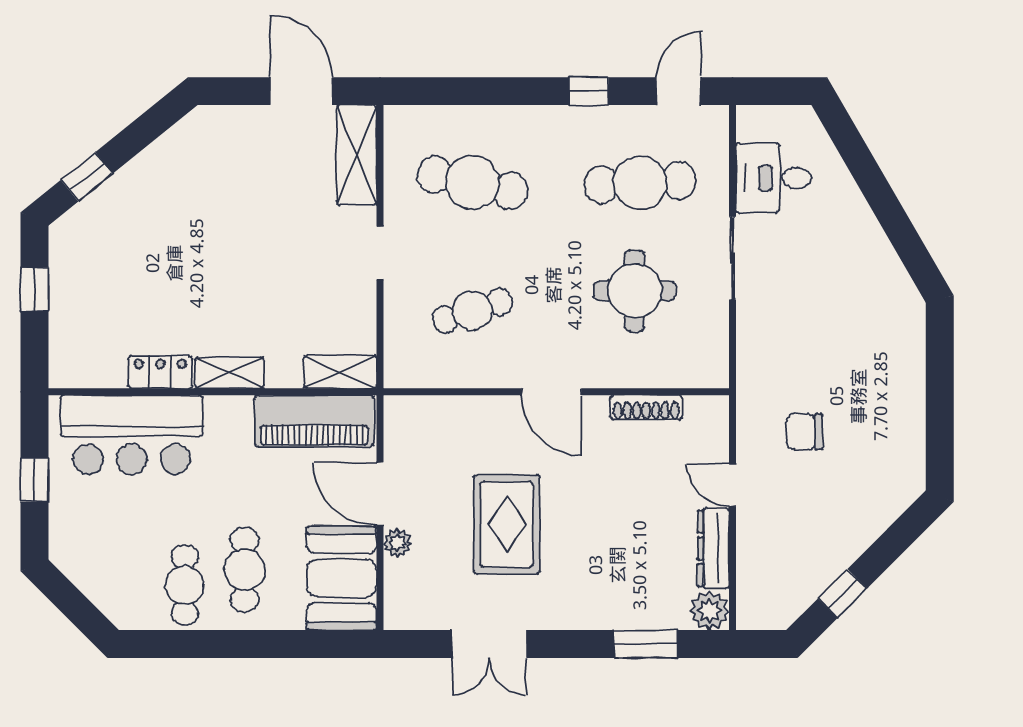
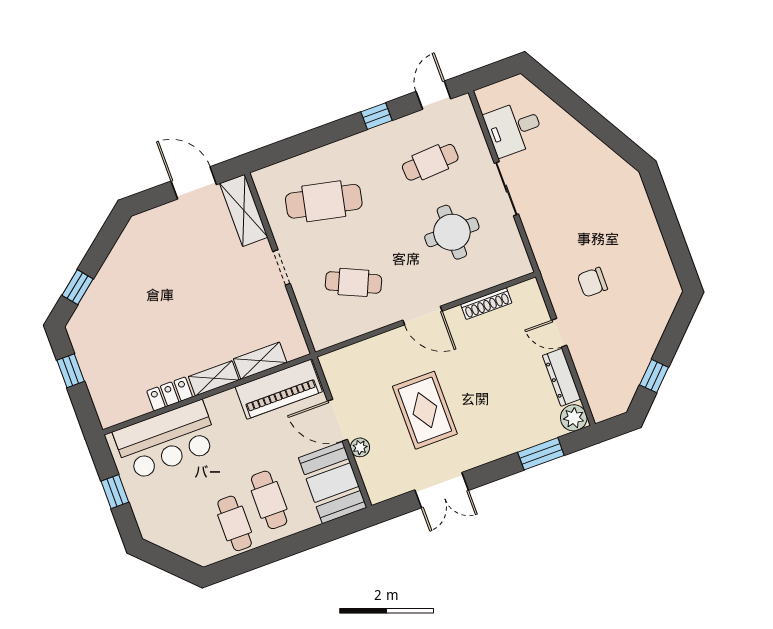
cafe table: (640, 183) -> (430, 162), width x0.73, depth x0.74
cafe table: (472, 311) -> (353, 282), turned 42
shelving: (340, 372) -> (260, 361), moved

